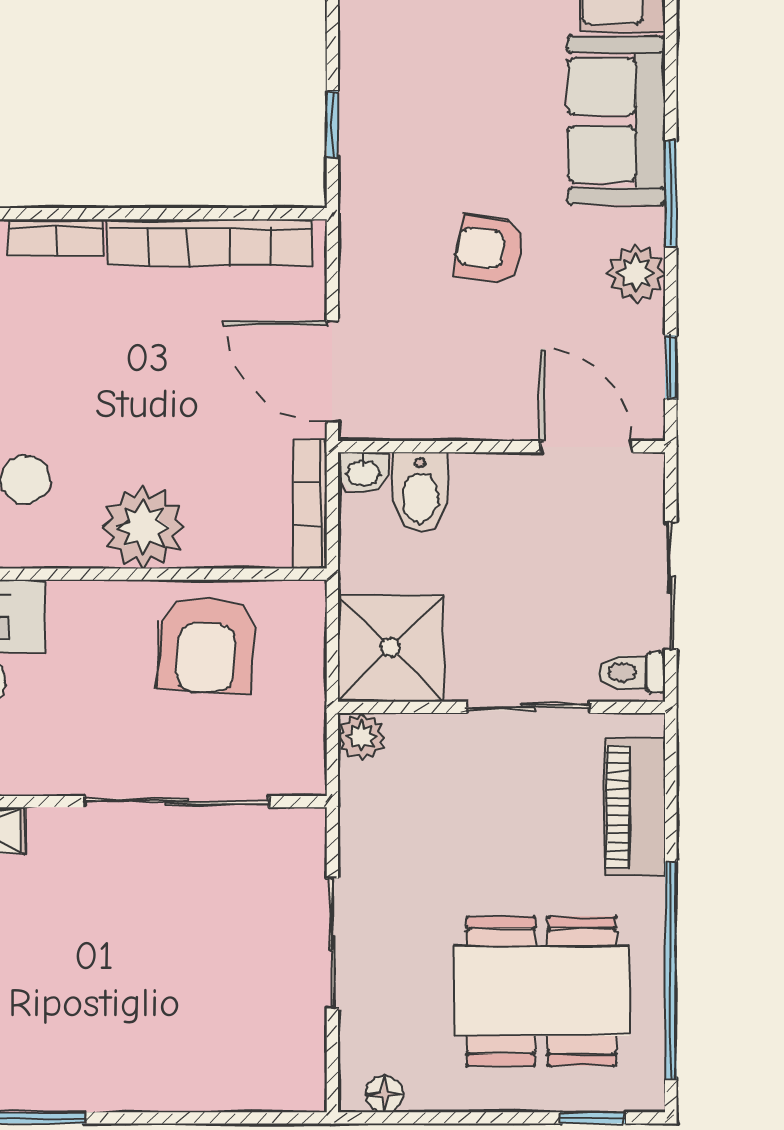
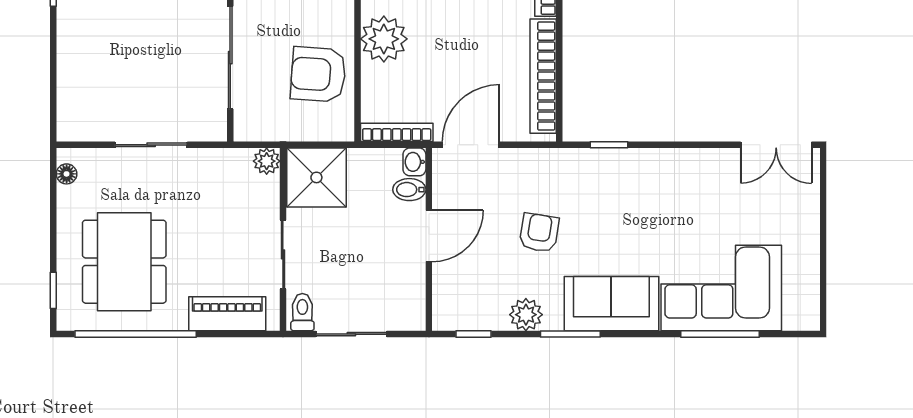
door: (586, 447) -> (429, 236), moved
bidet: (420, 492) -> (409, 190), width x0.72, depth x0.74

